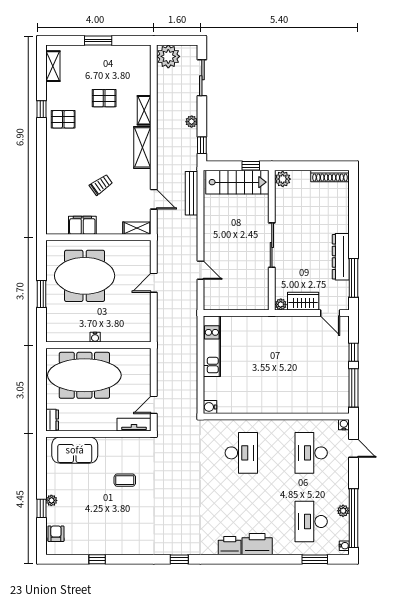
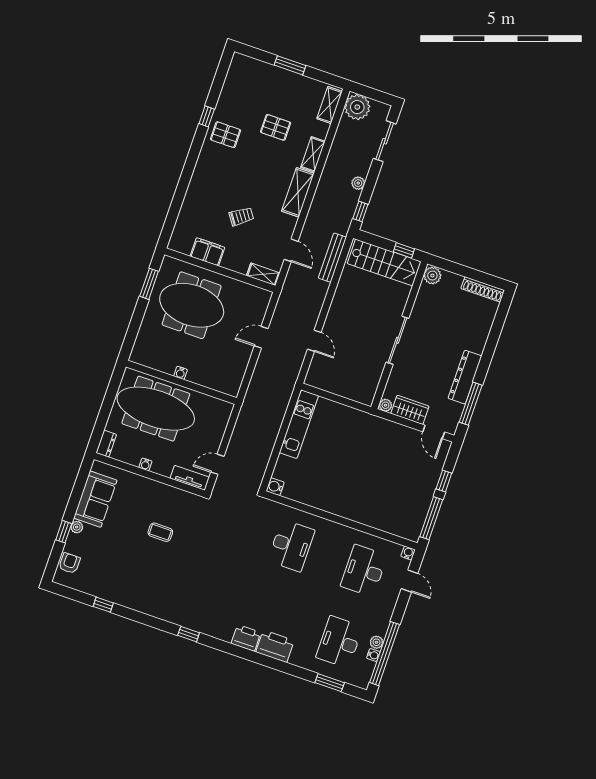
shelving: (53, 66) -> (330, 105), moved
window: (42, 294) -> (149, 284), moved
water cooler: (92, 426) -> (145, 464), added
sofa: (75, 450) -> (95, 499), moved, turned -90
water cooler: (344, 546) -> (373, 655), moved

